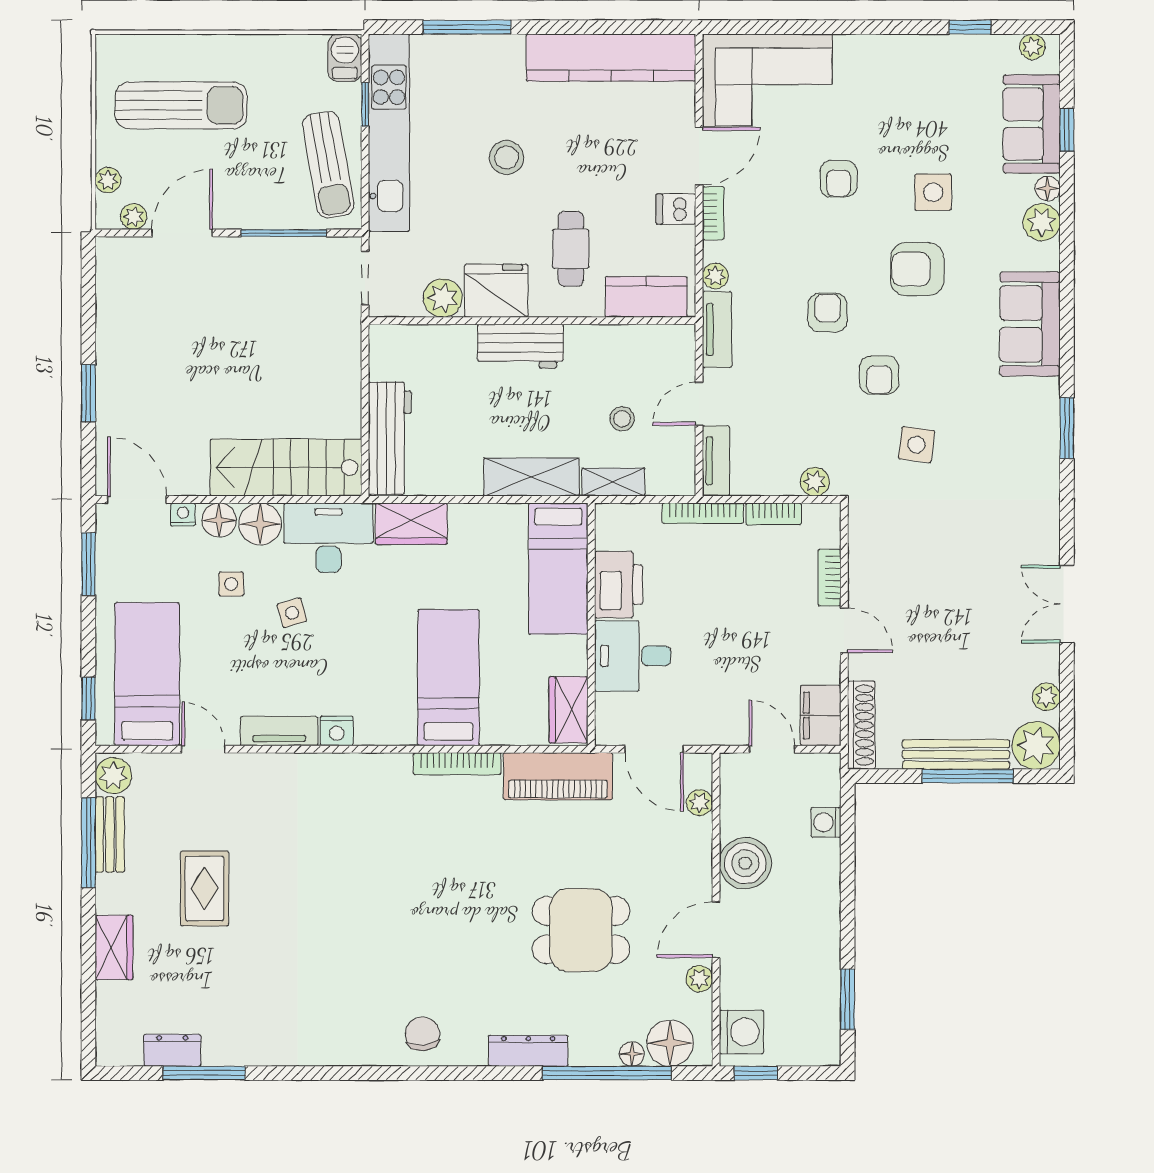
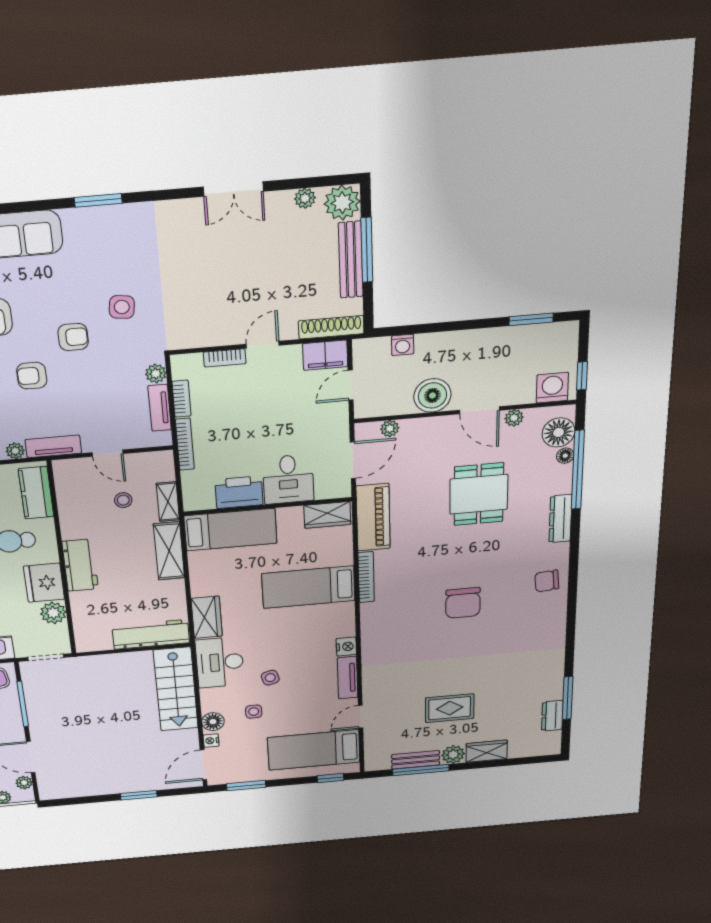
tv unit: (716, 461) -> (160, 408), moved, turned -90
floor lamp: (260, 524) -> (214, 700), removed
plant: (113, 776) -> (453, 755), moved
chair: (397, 908) -> (463, 603), added

